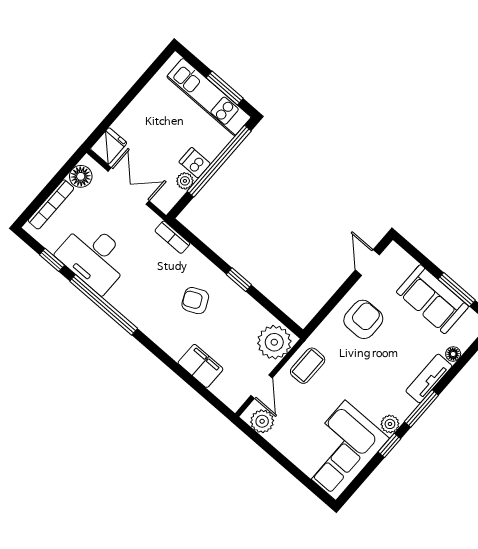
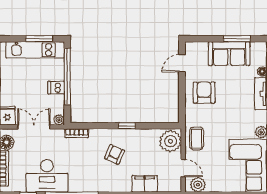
plant: (185, 181) -> (59, 120), moved
door: (367, 262) -> (182, 63), hinge flipped
armchair: (195, 301) -> (115, 154), turned 139

